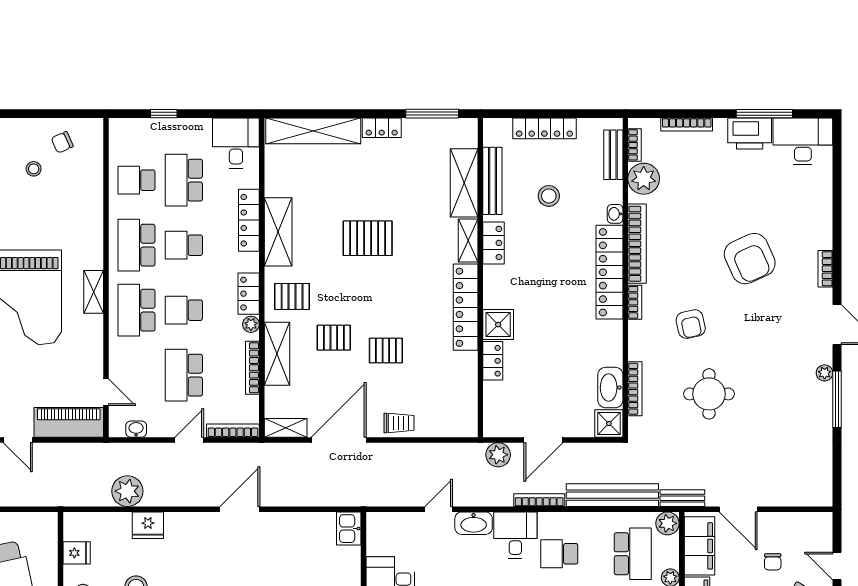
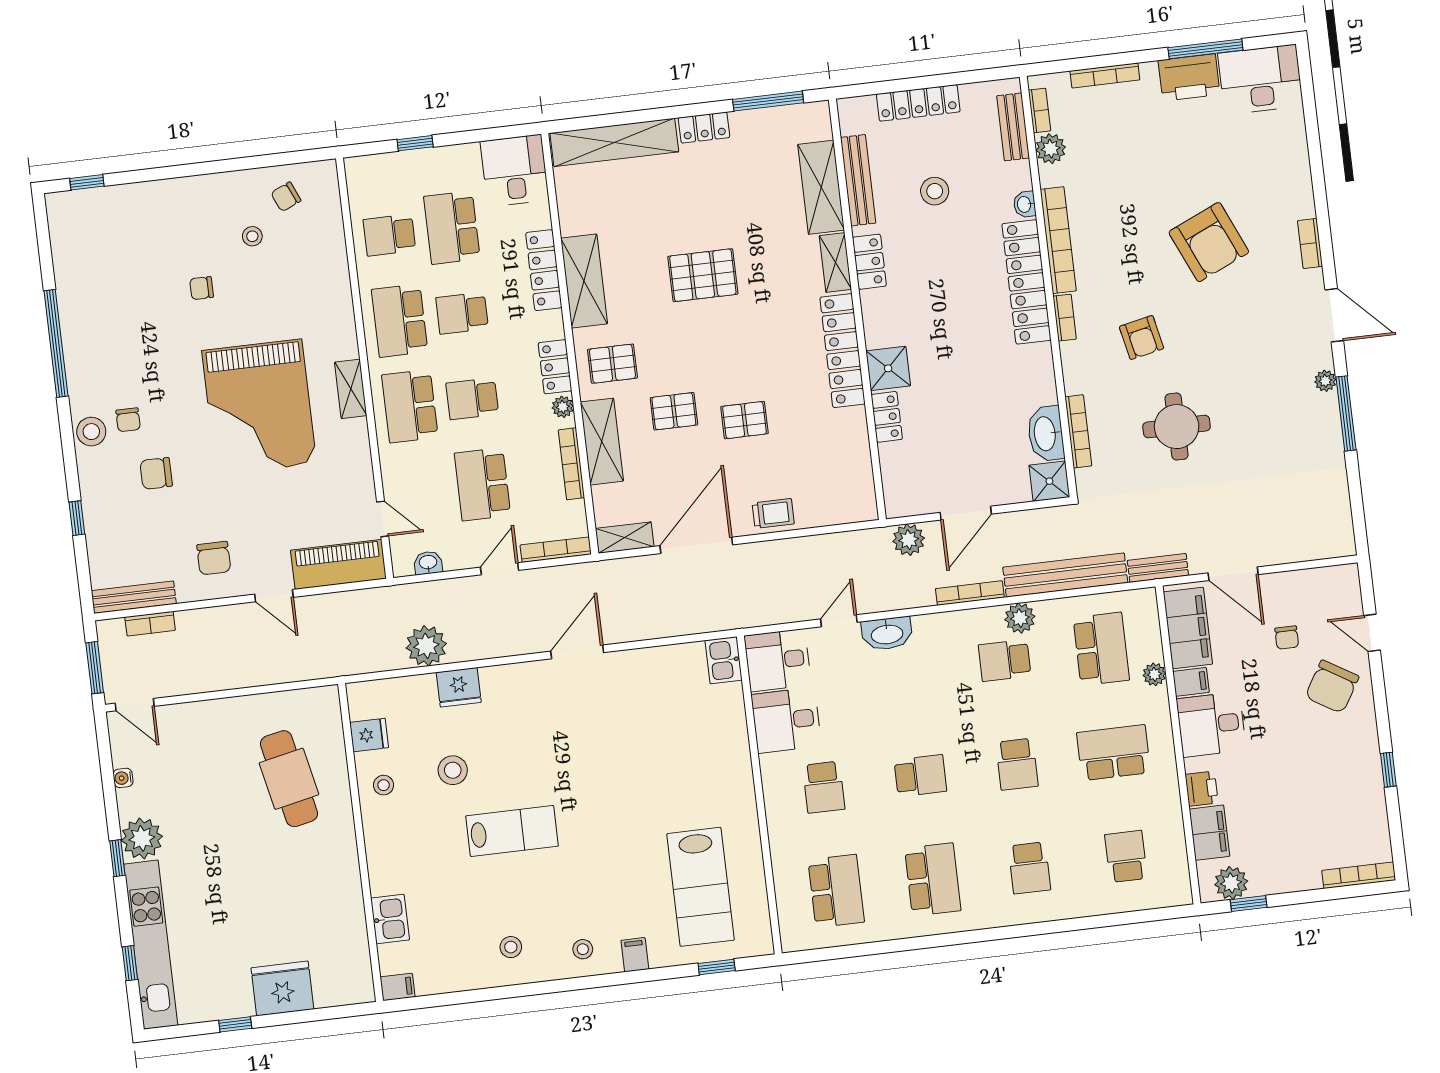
plant: (644, 179) -> (1051, 149), width x0.73, depth x0.73
plant: (667, 523) -> (1020, 618), moved
desk: (515, 535) -> (778, 660), moved, turned -90

